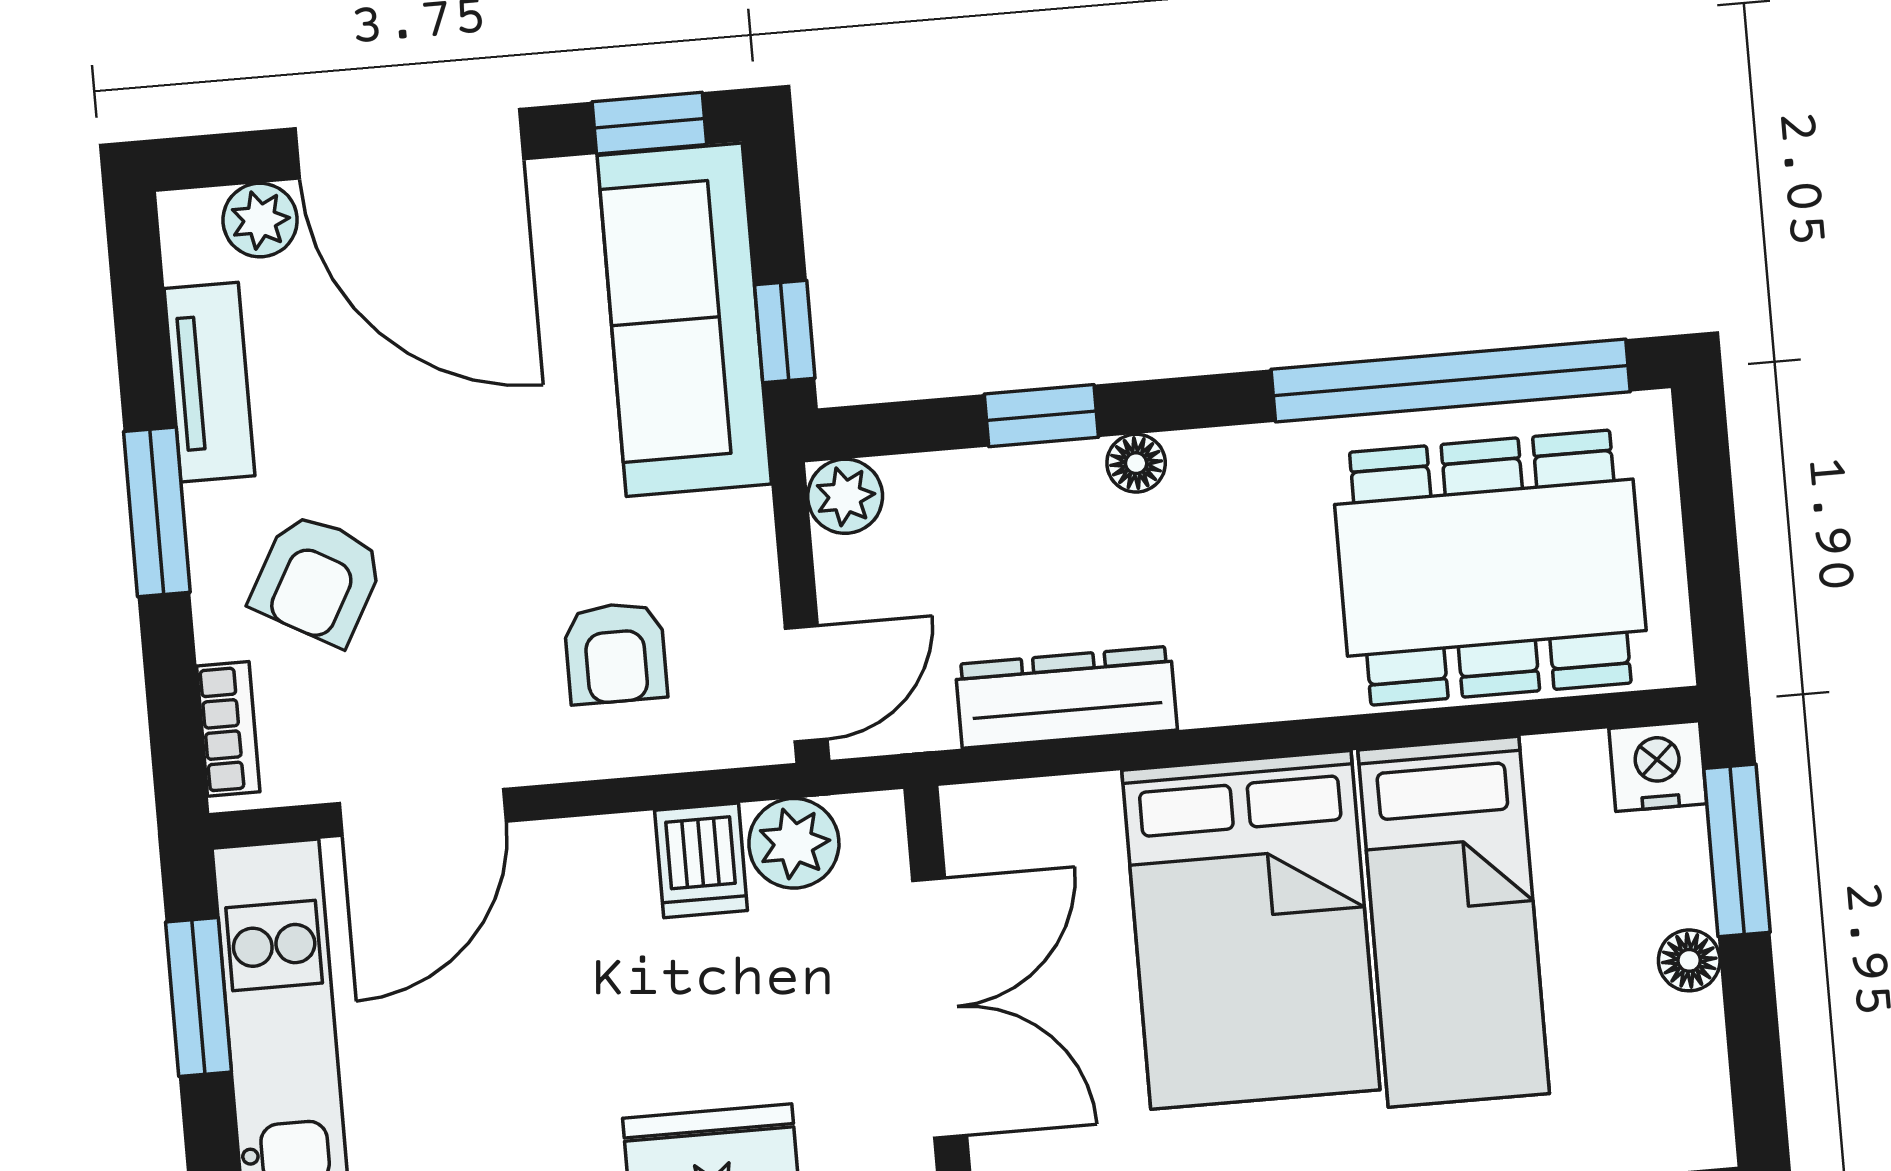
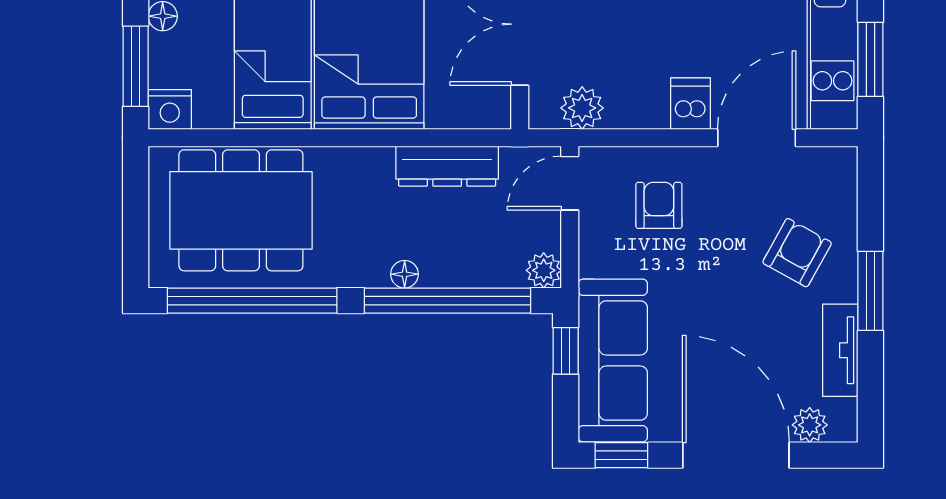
window: (1041, 416) -> (448, 301), width x3.17
bookcase: (228, 729) -> (845, 185), removed
dishwasher: (701, 860) -> (691, 104), moved

